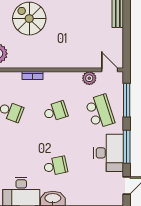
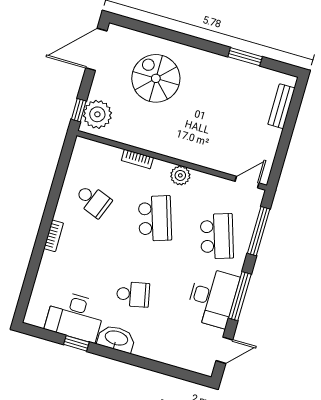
door: (110, 70) -> (247, 182), hinge flipped
plant: (89, 78) -> (180, 175), moved
school desk: (55, 111) -> (155, 218), width x1.85

